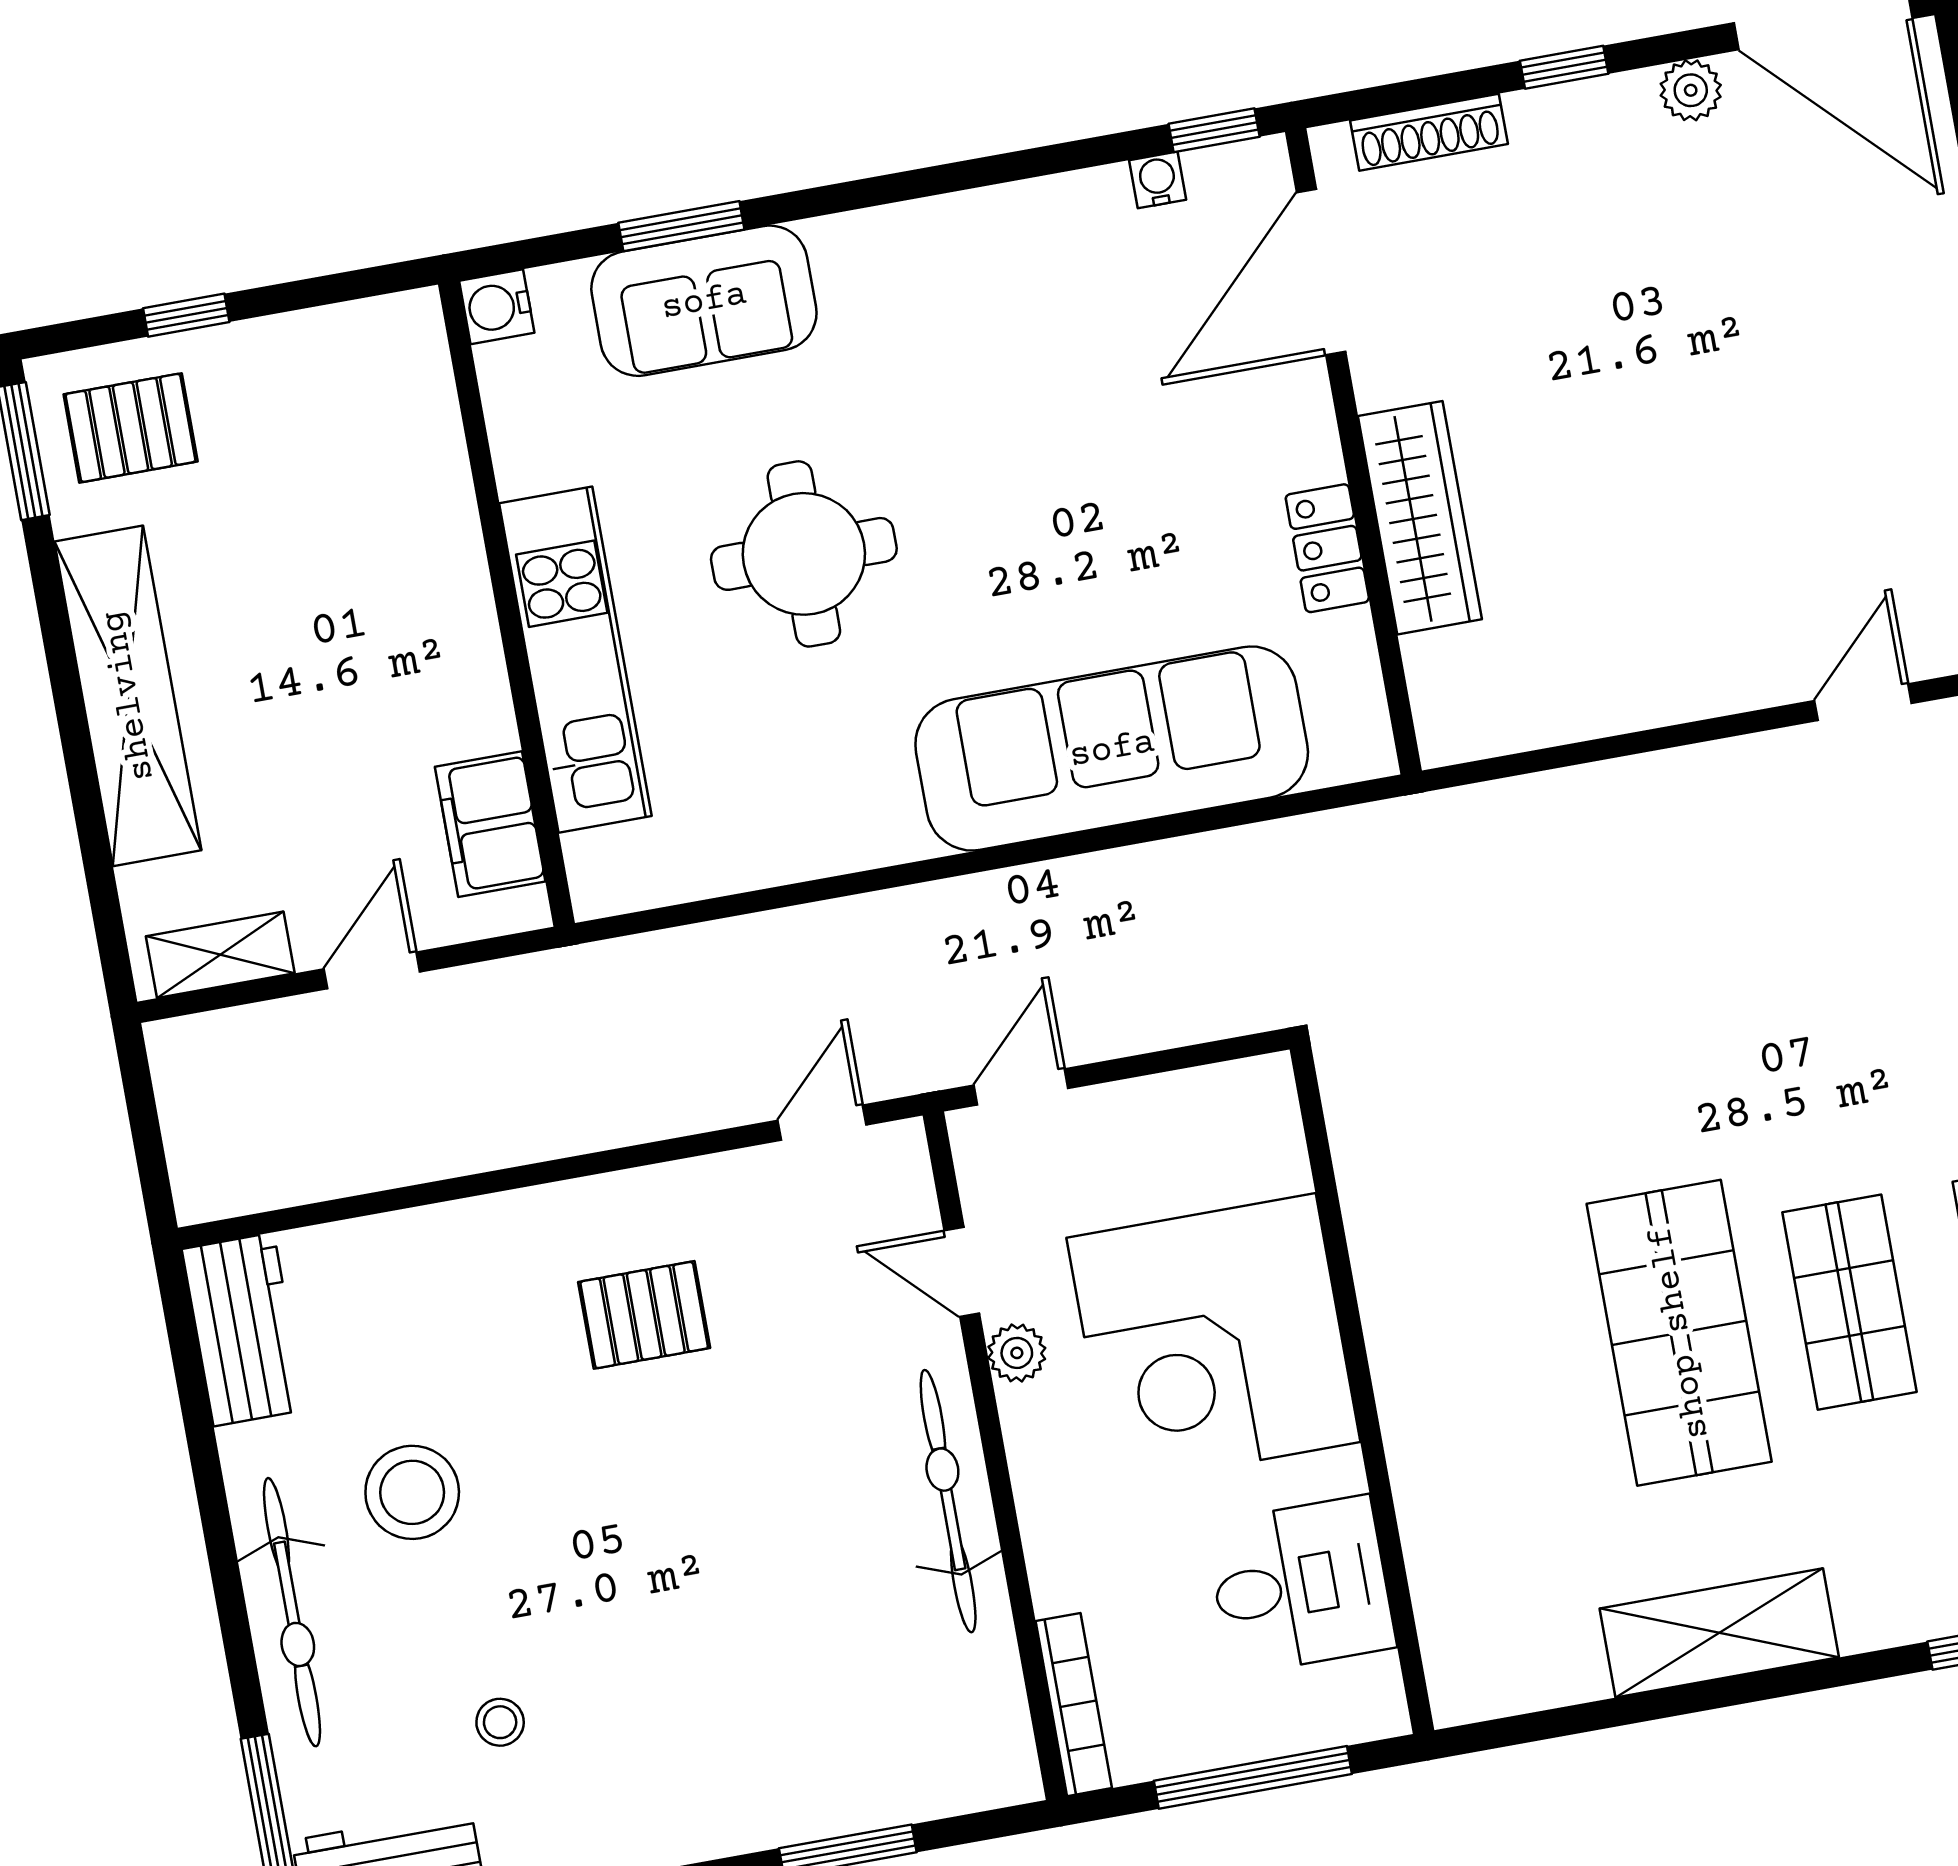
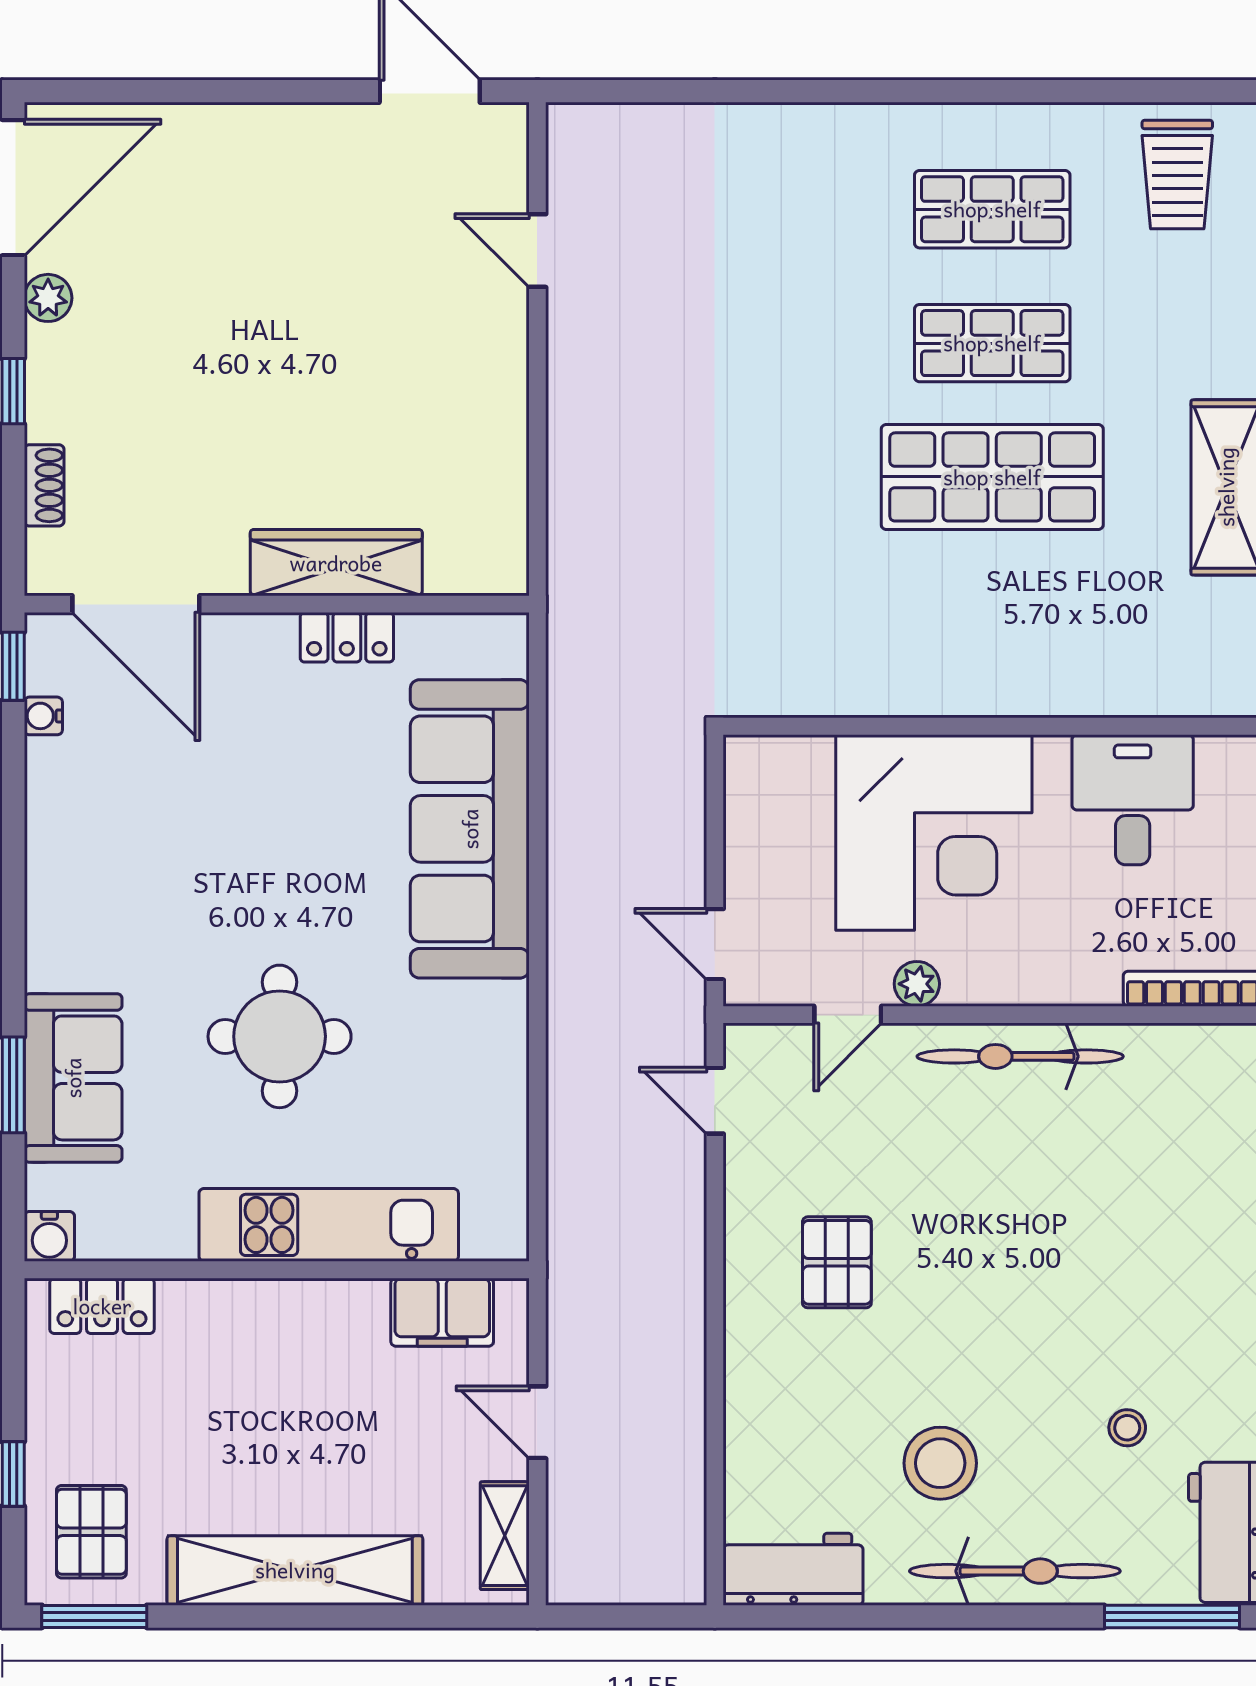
shoe rack: (1429, 132) -> (44, 485), width x0.70
locker: (420, 390) -> (102, 1306), added

